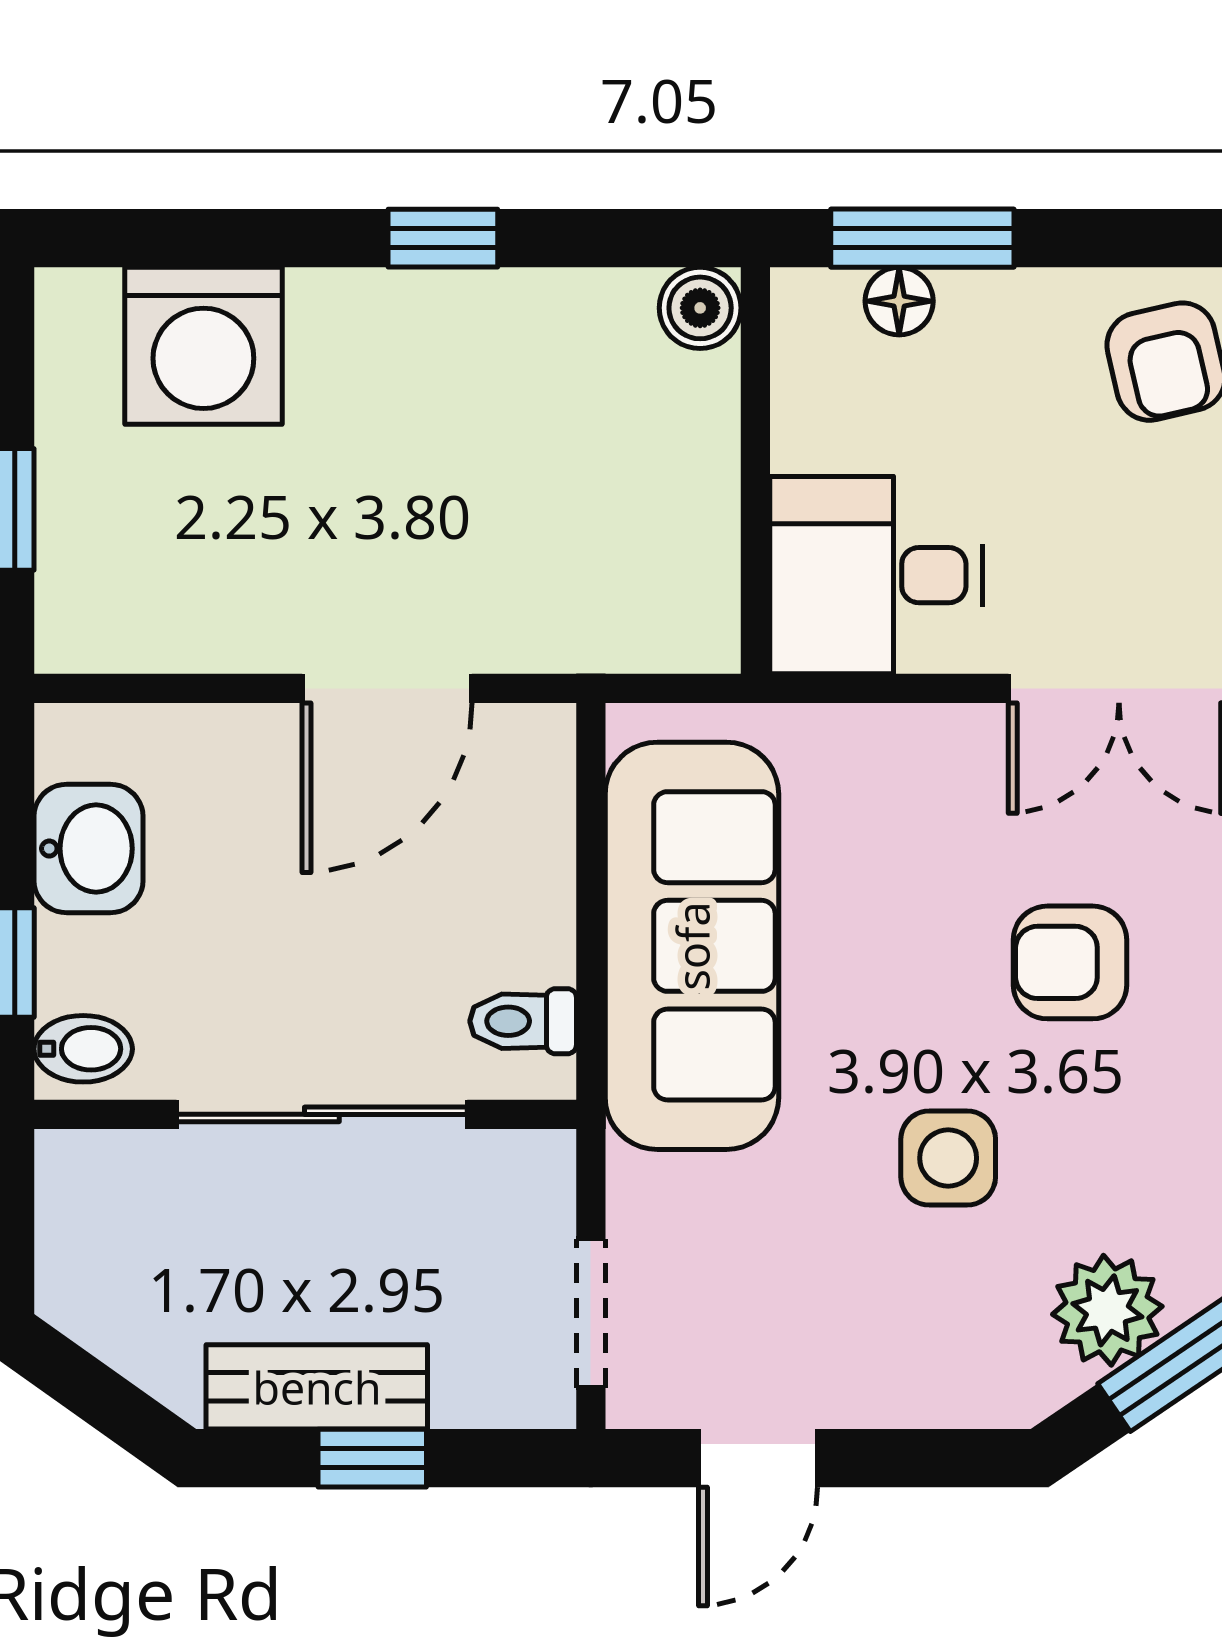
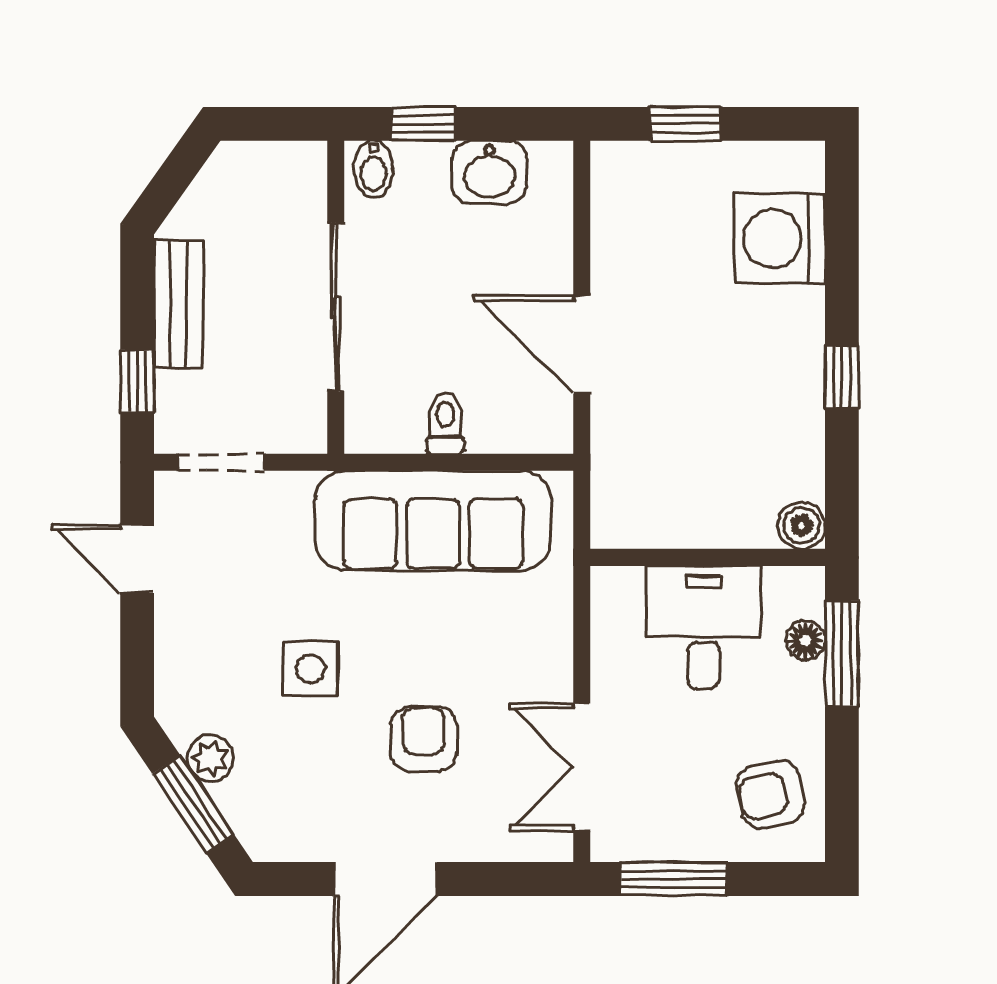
desk: (876, 575) -> (704, 627), moved
toilet: (523, 1021) -> (445, 423), moved
plant: (1107, 1310) -> (210, 758), width x0.73, depth x0.73
window: (372, 1458) -> (137, 381), moved

